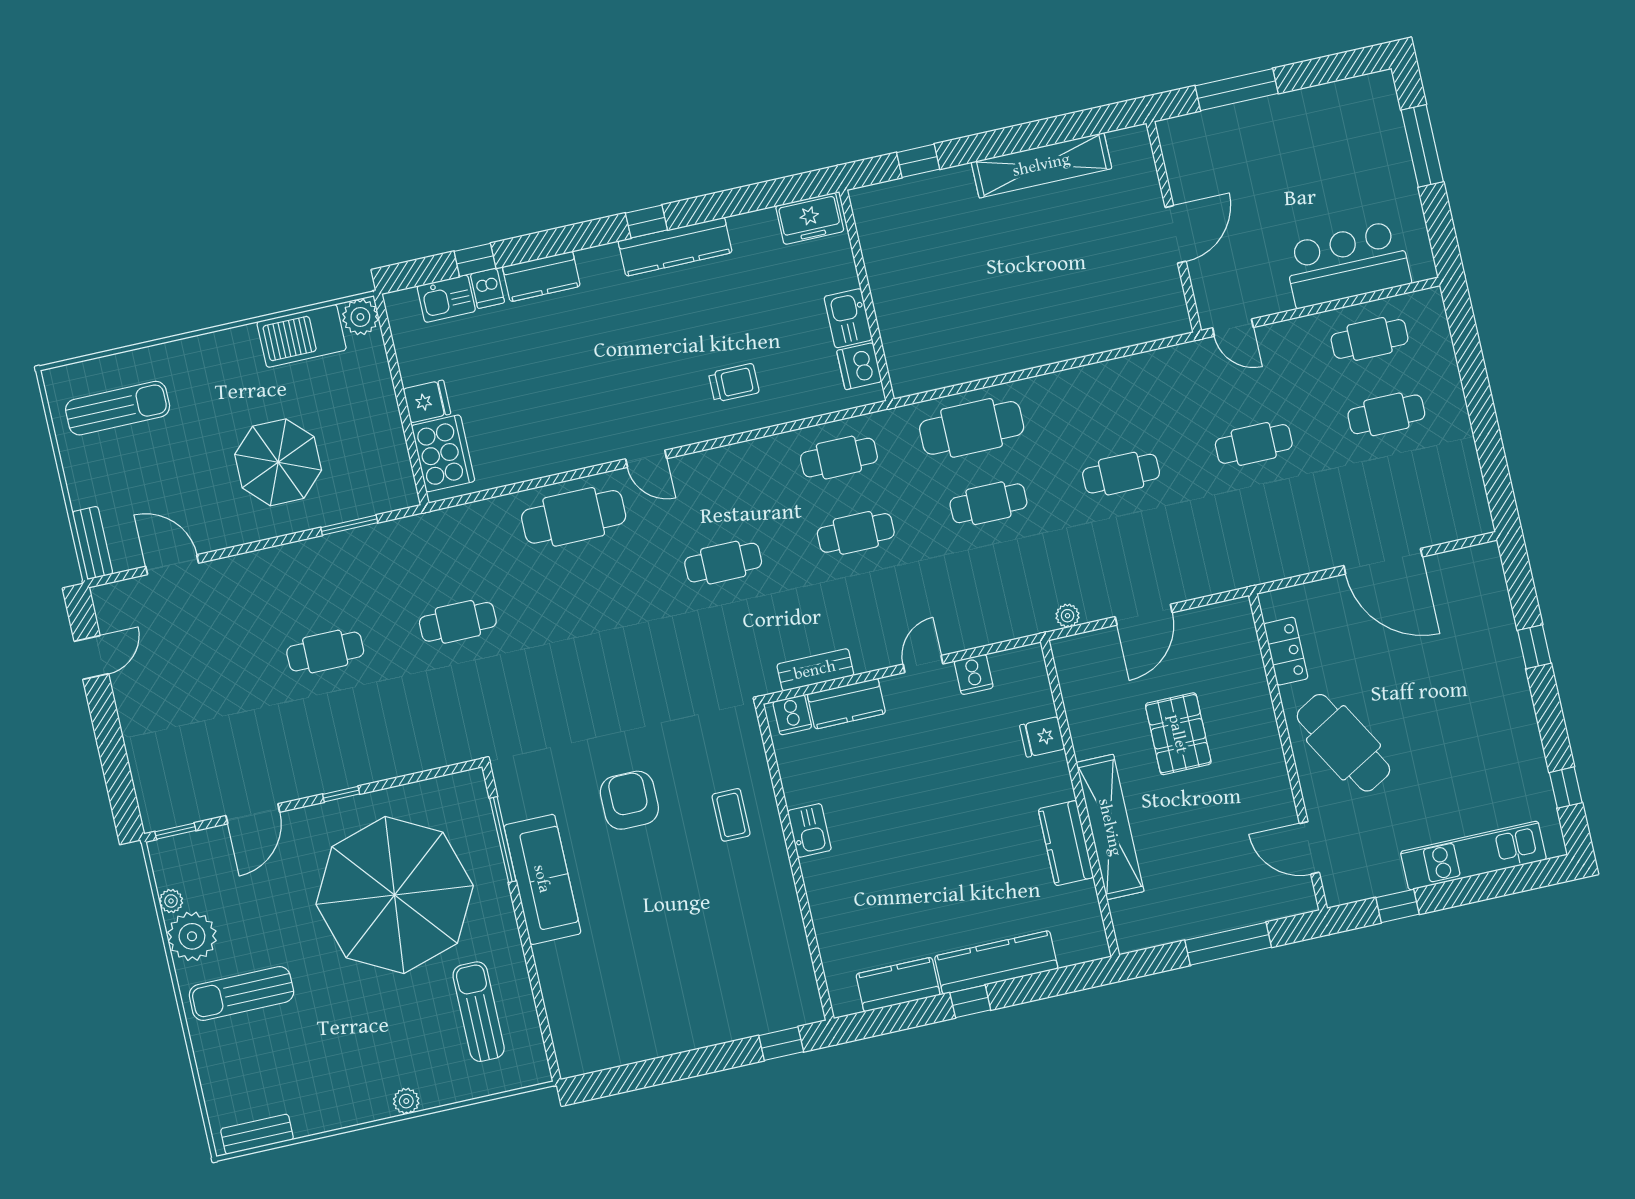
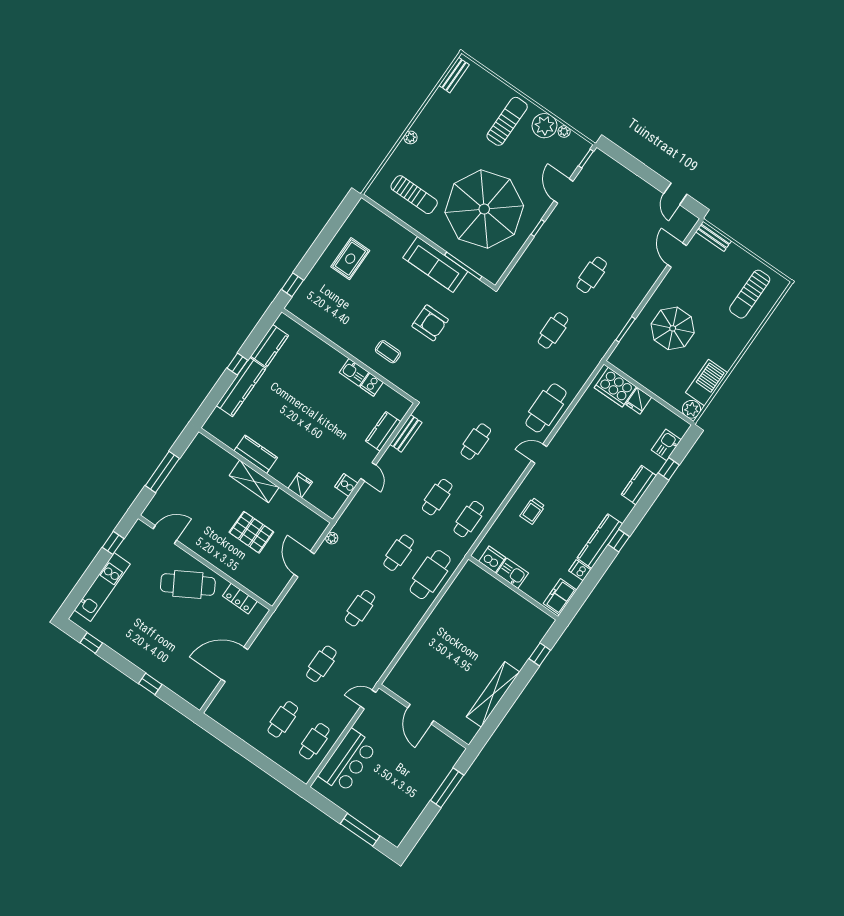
dishwasher: (487, 288) -> (580, 570), moved
door: (172, 565) -> (677, 255), swing flipped
cooker: (792, 715) -> (372, 385), moved, turned -90
shelving: (1110, 827) -> (254, 481), width x0.68
rug: (660, 1004) -> (350, 259), added

